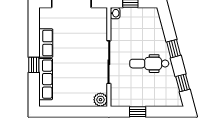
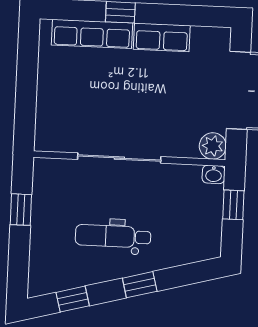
dental chair: (149, 64) -> (113, 236), turned -90
plant: (100, 100) -> (213, 146), moved

